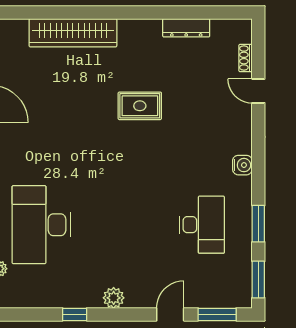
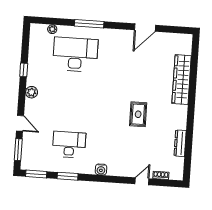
desk: (202, 225) -> (69, 145), turned 180

